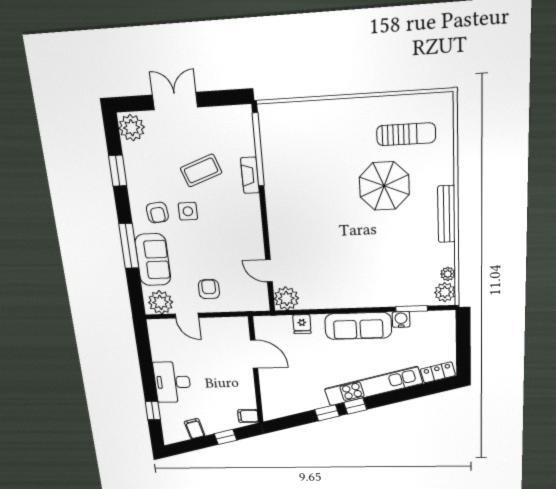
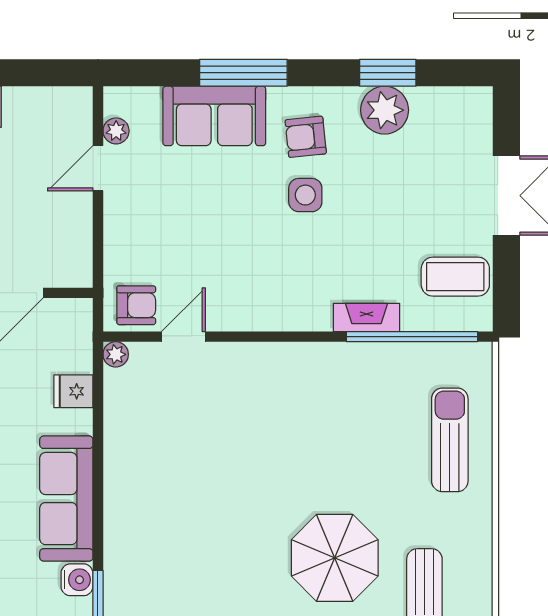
sun lounger: (314, 125) -> (450, 440), added
plant: (132, 128) -> (385, 110), moved
coffee table: (201, 170) -> (455, 277), moved, turned -70
armchair: (209, 289) -> (136, 305), moved
plant: (286, 298) -> (116, 354), width x0.53, depth x0.53
plant: (160, 302) -> (116, 131), width x0.53, depth x0.53

